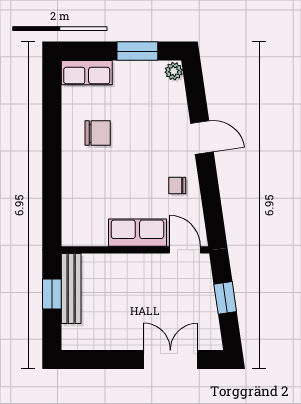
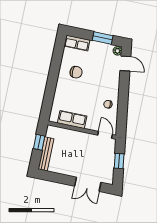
door: (202, 138) -> (125, 64), moved
row of seats: (137, 233) -> (72, 120), moved
bench: (71, 289) -> (46, 154), moved
double door: (170, 359) -> (88, 184), swing flipped

